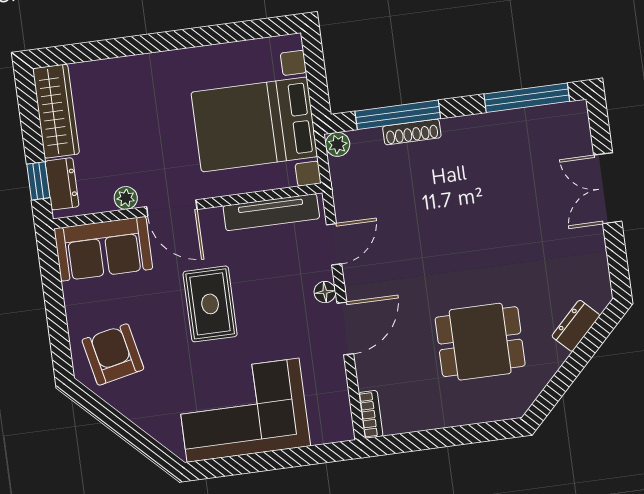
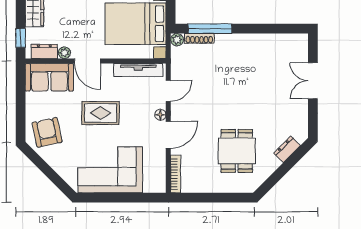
window: (527, 98) -> (277, 29), removed
shoe rack: (412, 132) -> (199, 38), moved
dresser: (62, 184) -> (44, 51), moved, turned -90
rug: (210, 304) -> (101, 113), turned 90
dining table: (480, 342) -> (237, 151), turned 90
bookcase: (371, 414) -> (176, 174), width x1.56

